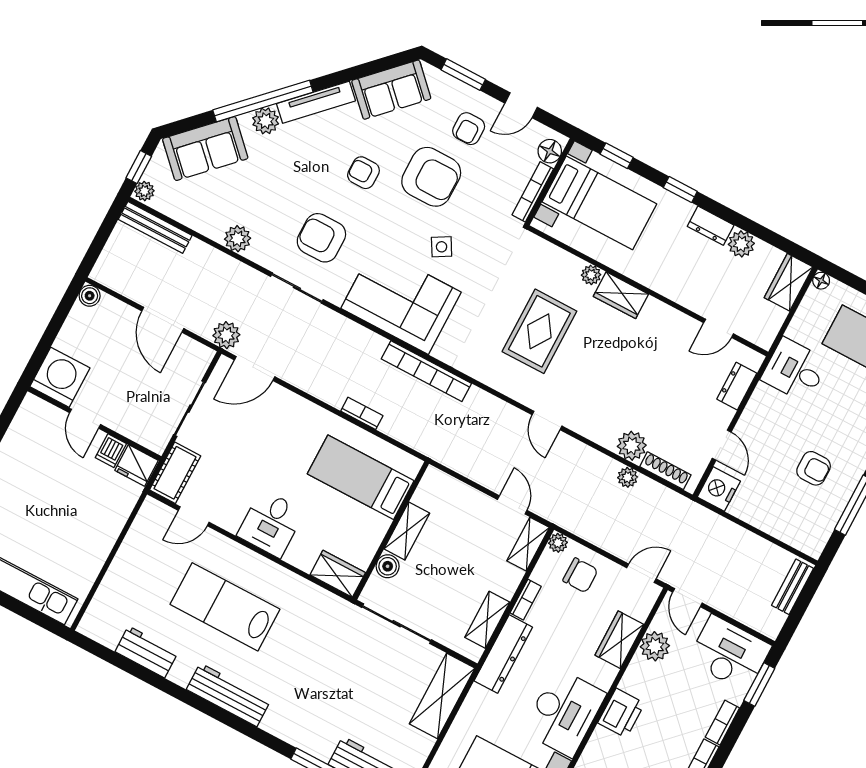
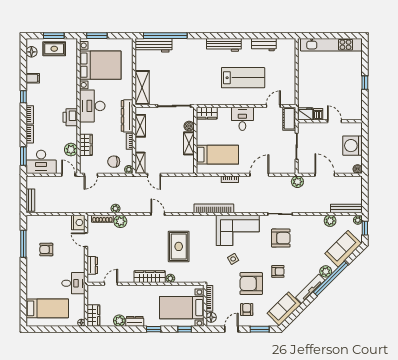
plant: (238, 239) -> (330, 221), moved
wardrobe: (621, 295) -> (150, 277), width x1.50
door: (255, 368) -> (259, 175), moved
washing machine: (60, 377) -> (352, 146), moved, turned 90

